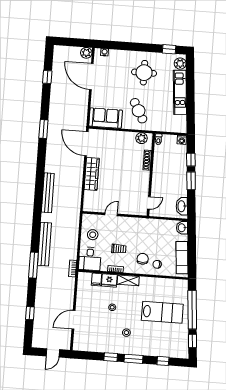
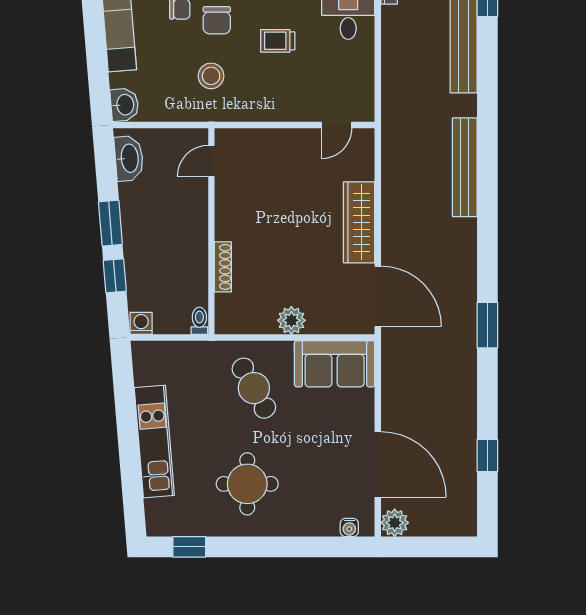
plant: (180, 64) -> (159, 513), removed
plant: (141, 138) -> (291, 320), moved
door: (111, 214) -> (336, 125), moved
stool: (93, 235) -> (211, 76), moved

